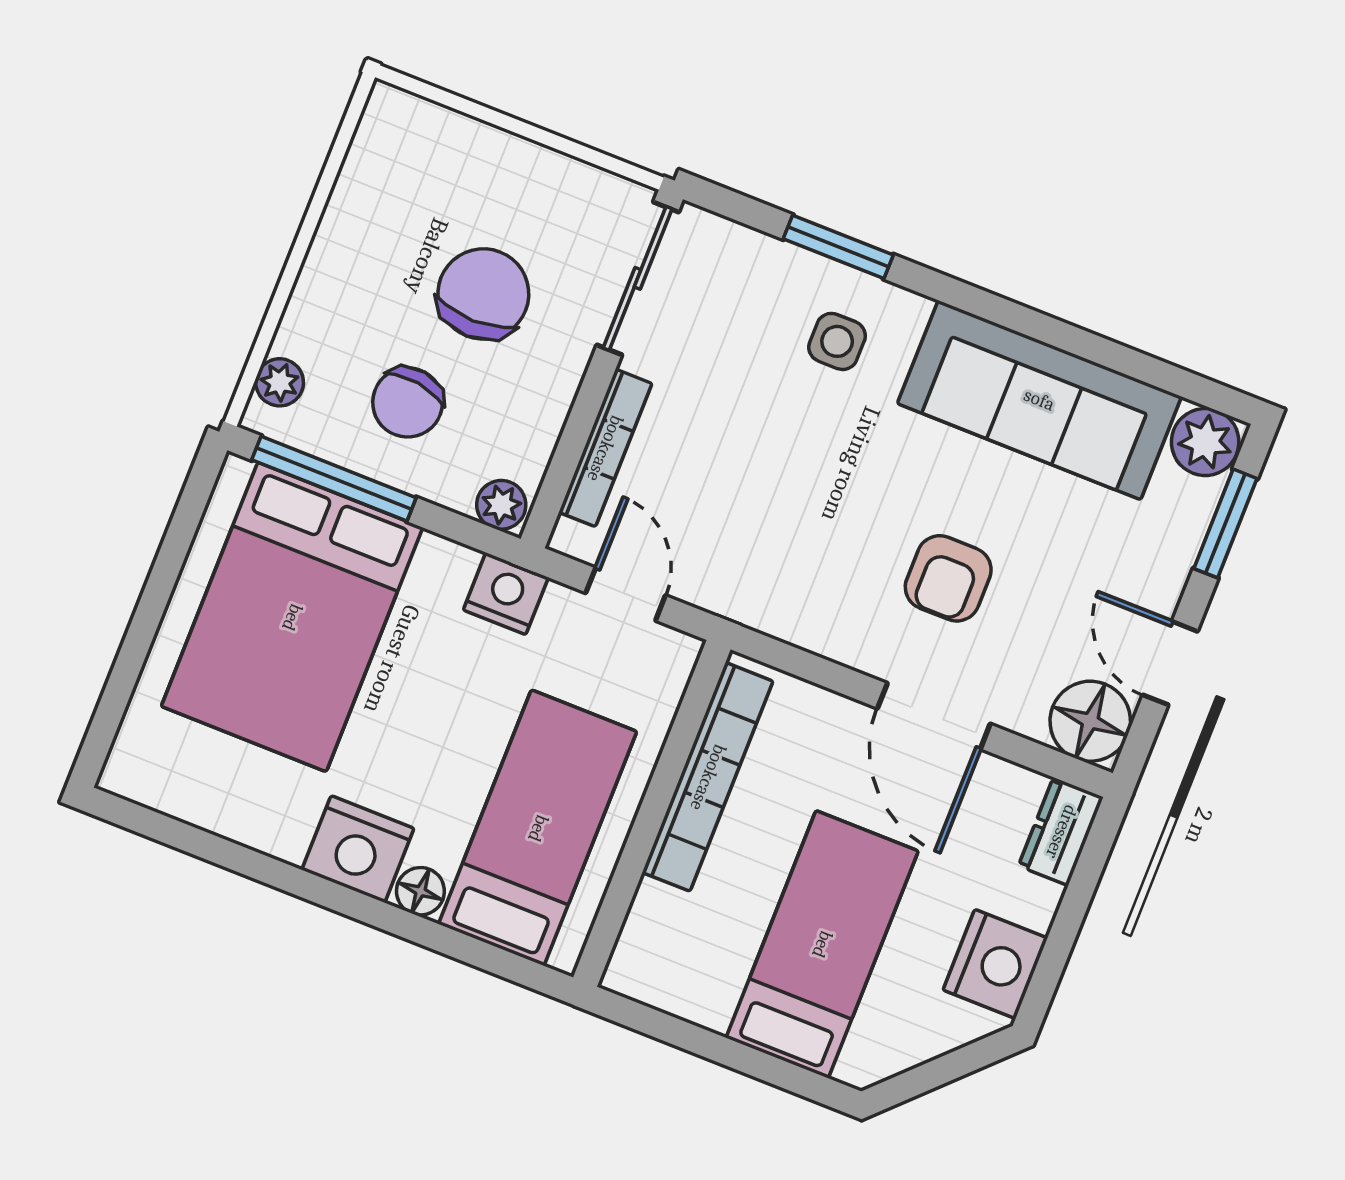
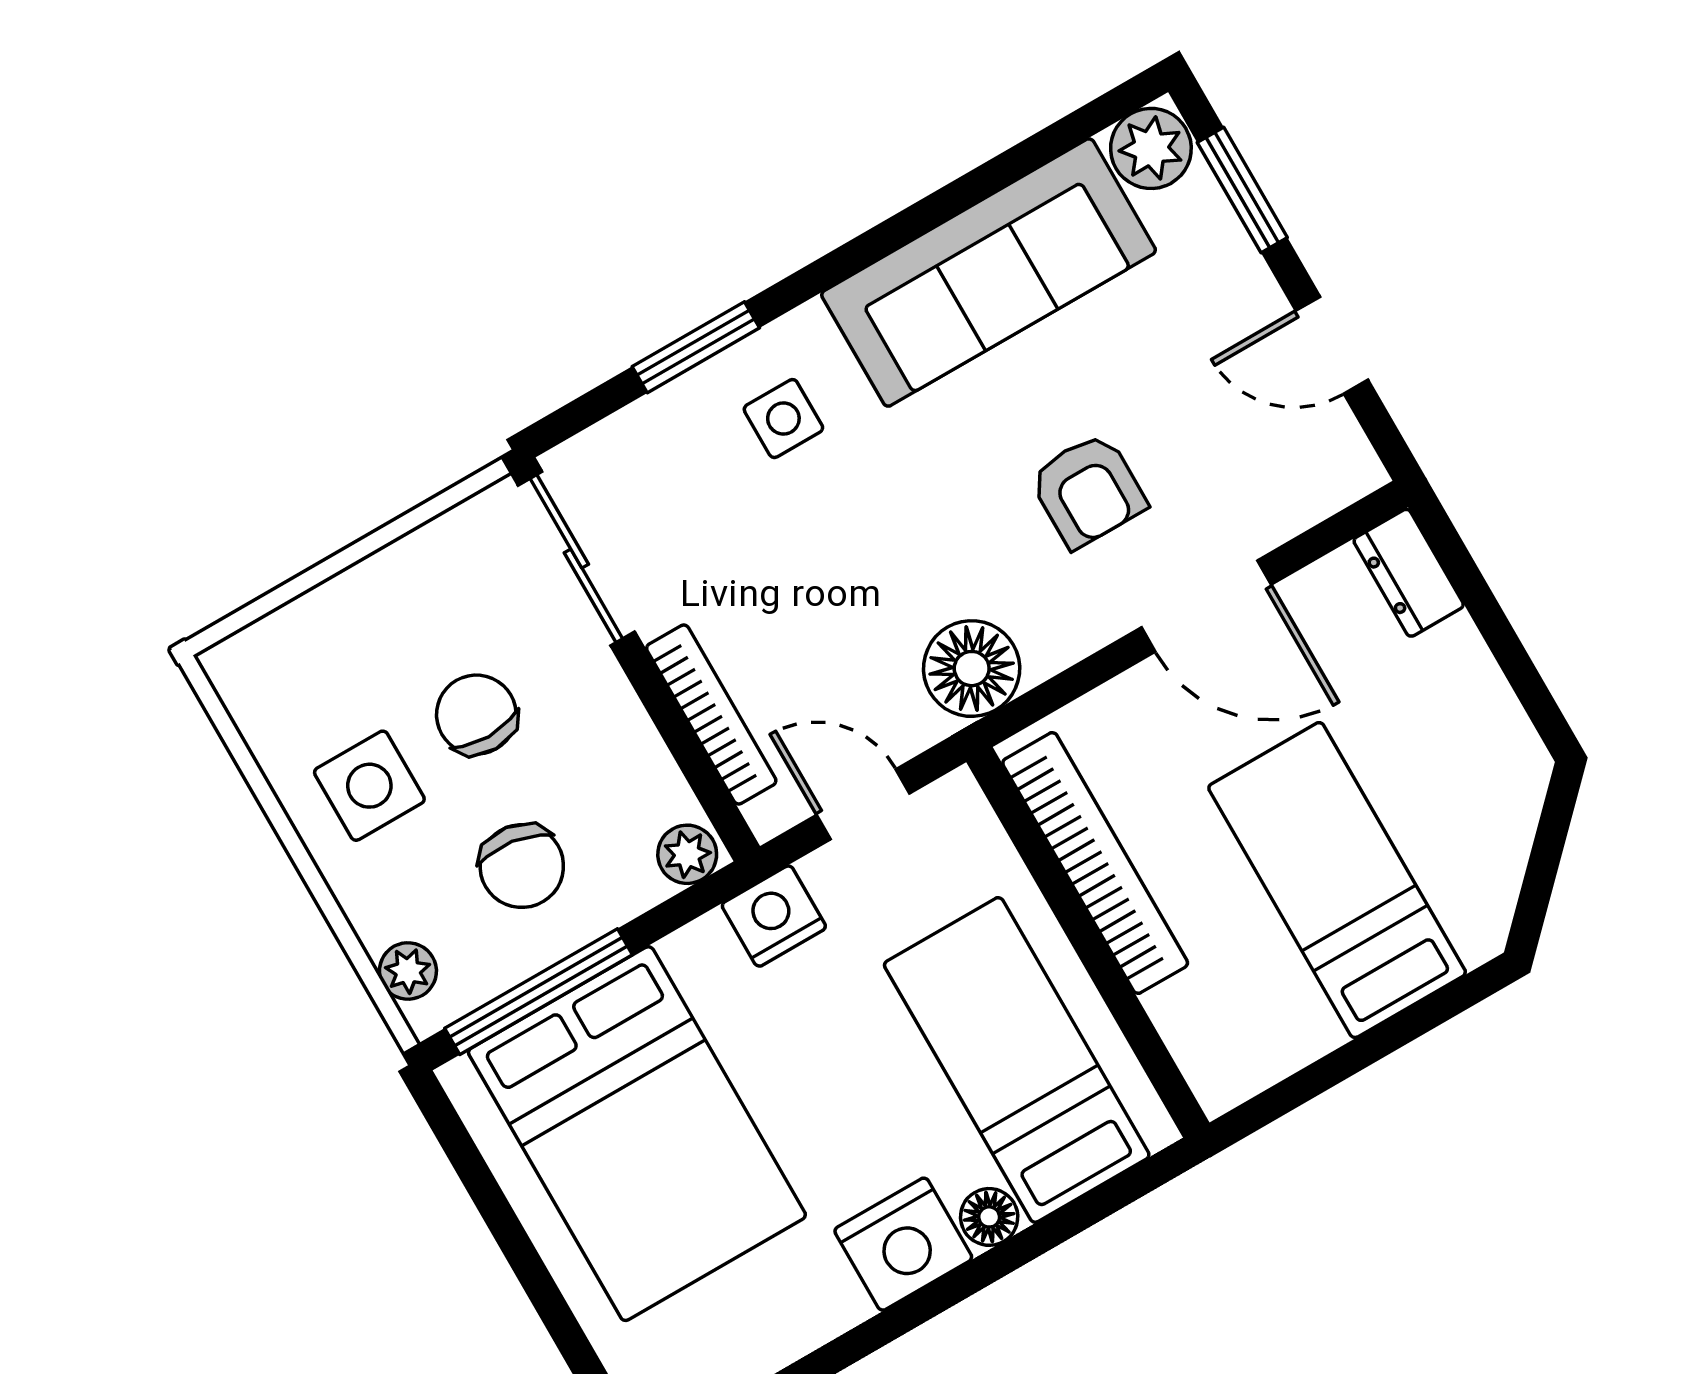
side table: (381, 261) -> (369, 786), added
chair: (483, 294) -> (476, 715), width x0.73, depth x0.73
floor lamp: (1090, 721) -> (972, 669), moved
nightstand: (995, 964) -> (1484, 733), removed

